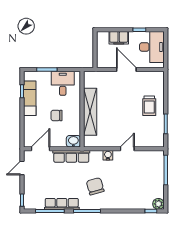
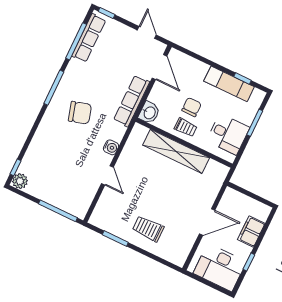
trolley: (72, 113) -> (186, 127), added
row of seats: (62, 204) -> (89, 38), moved

